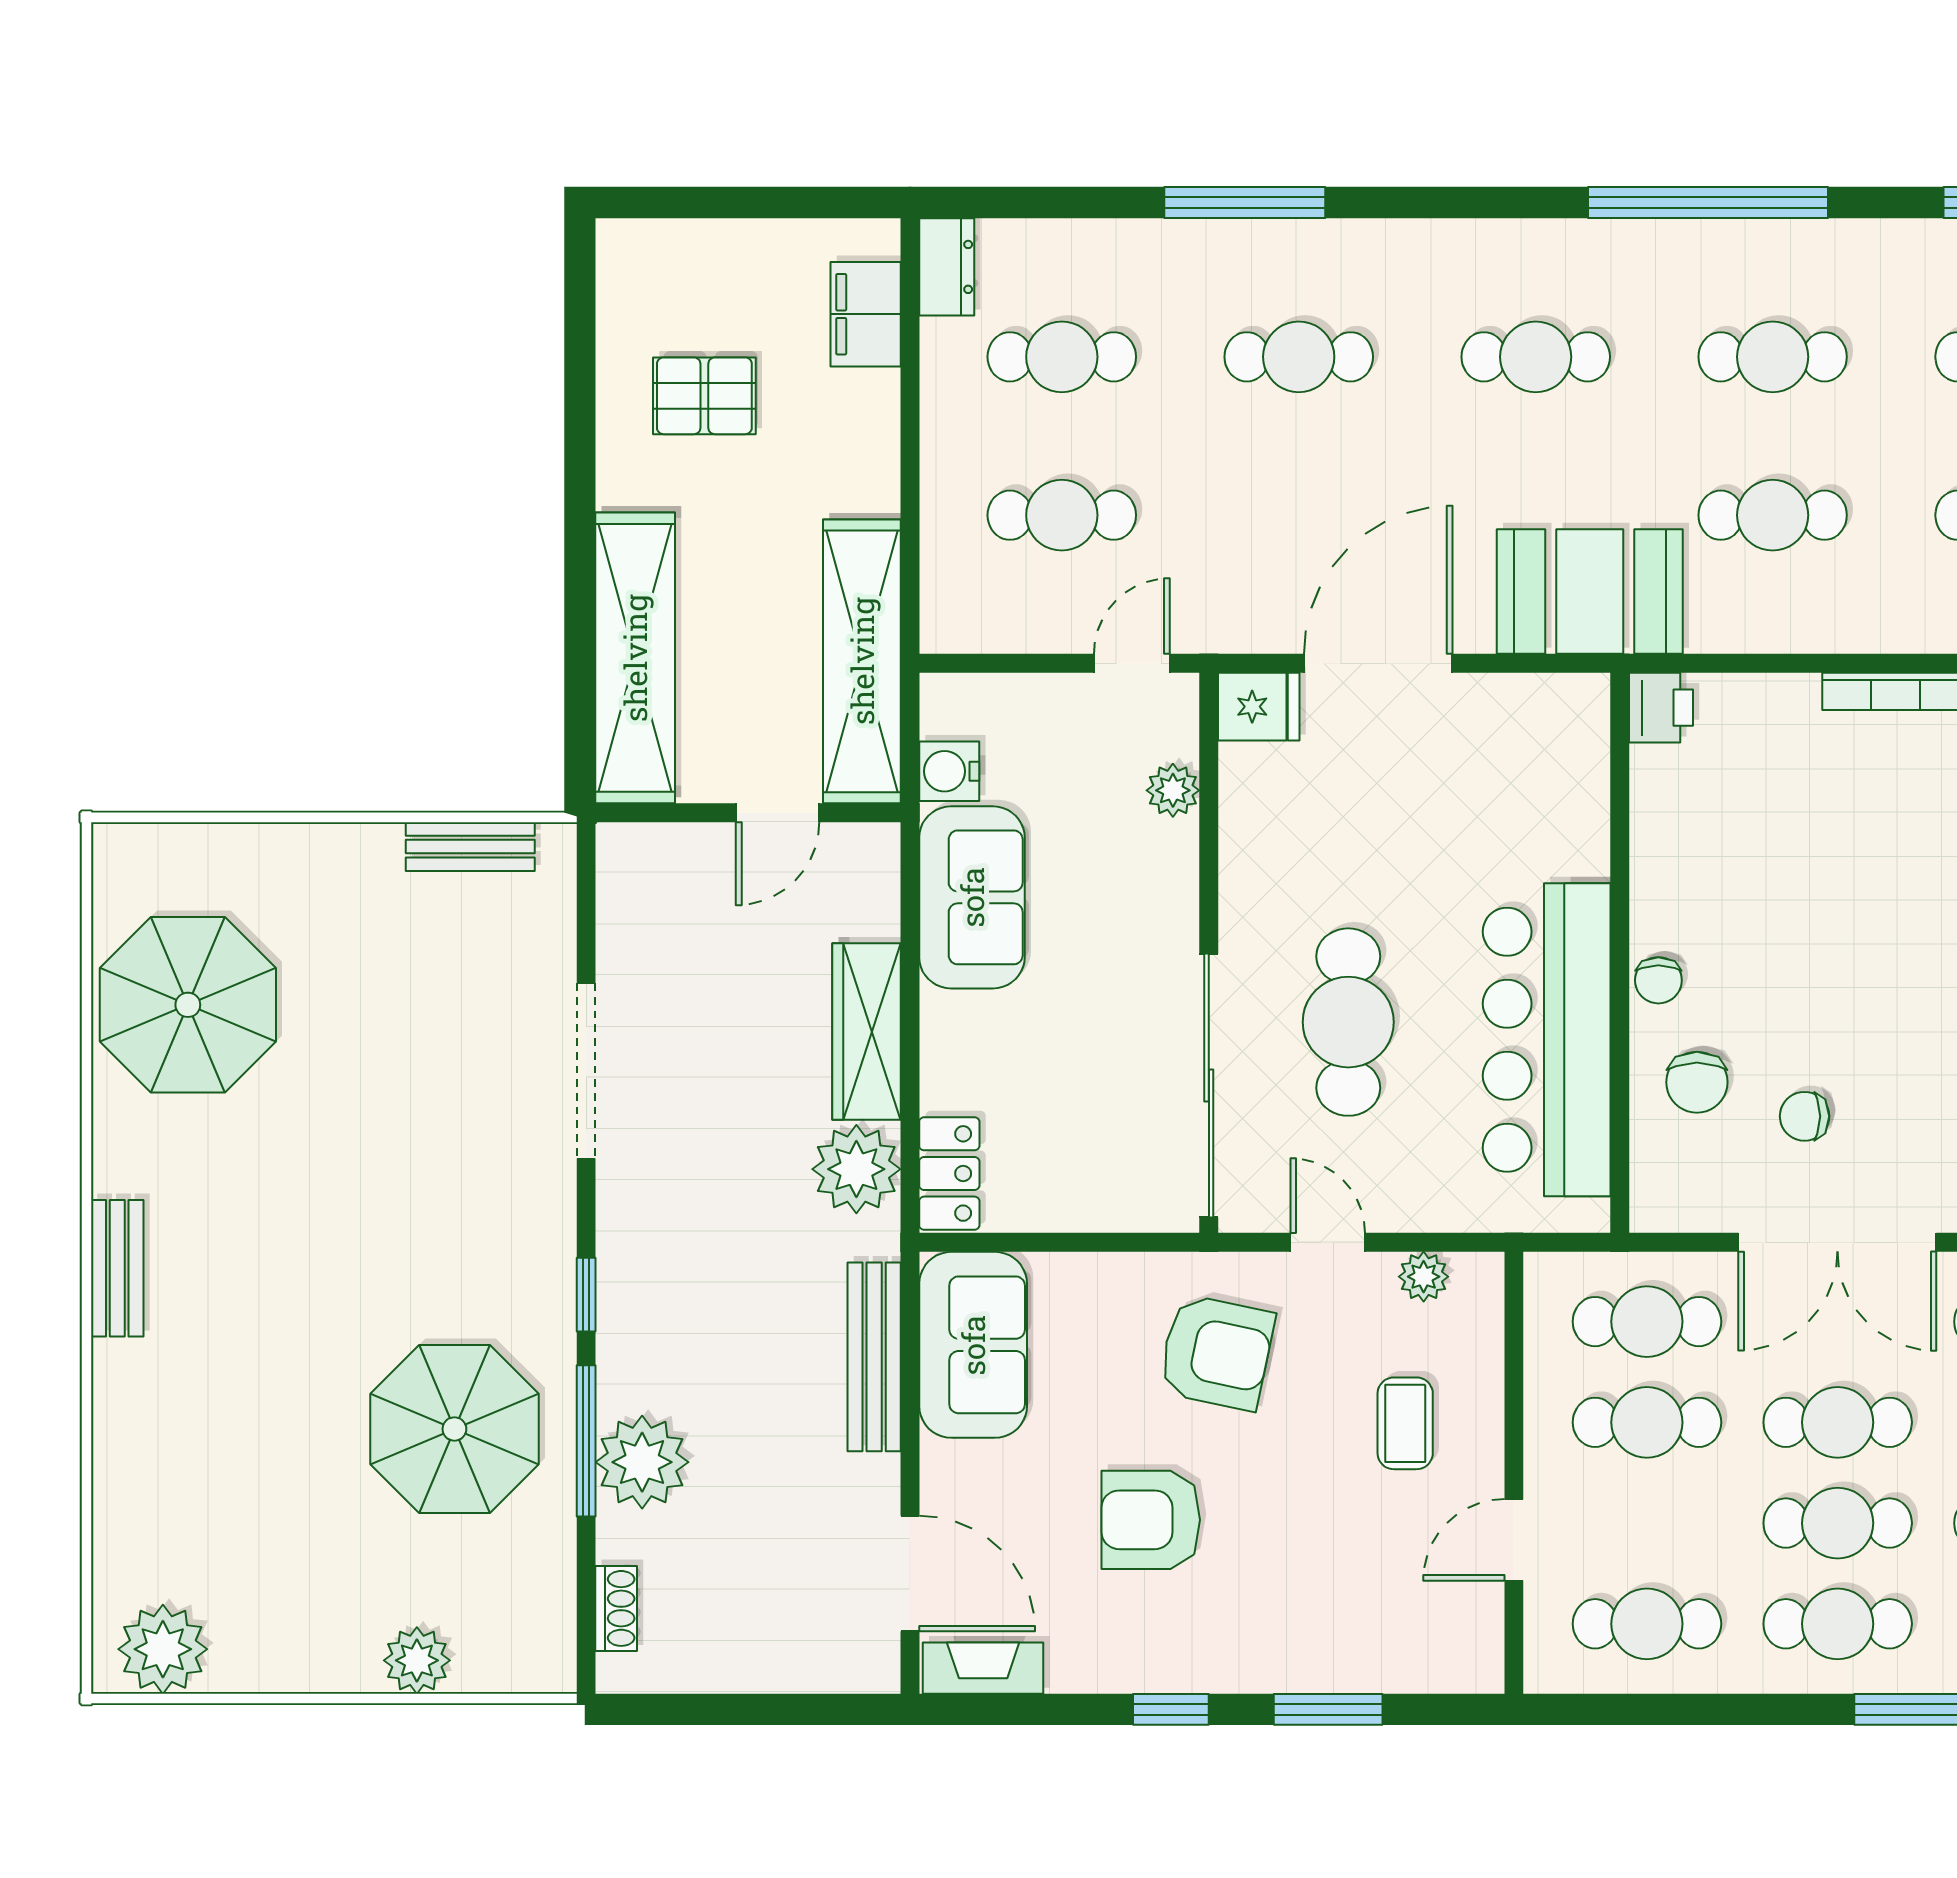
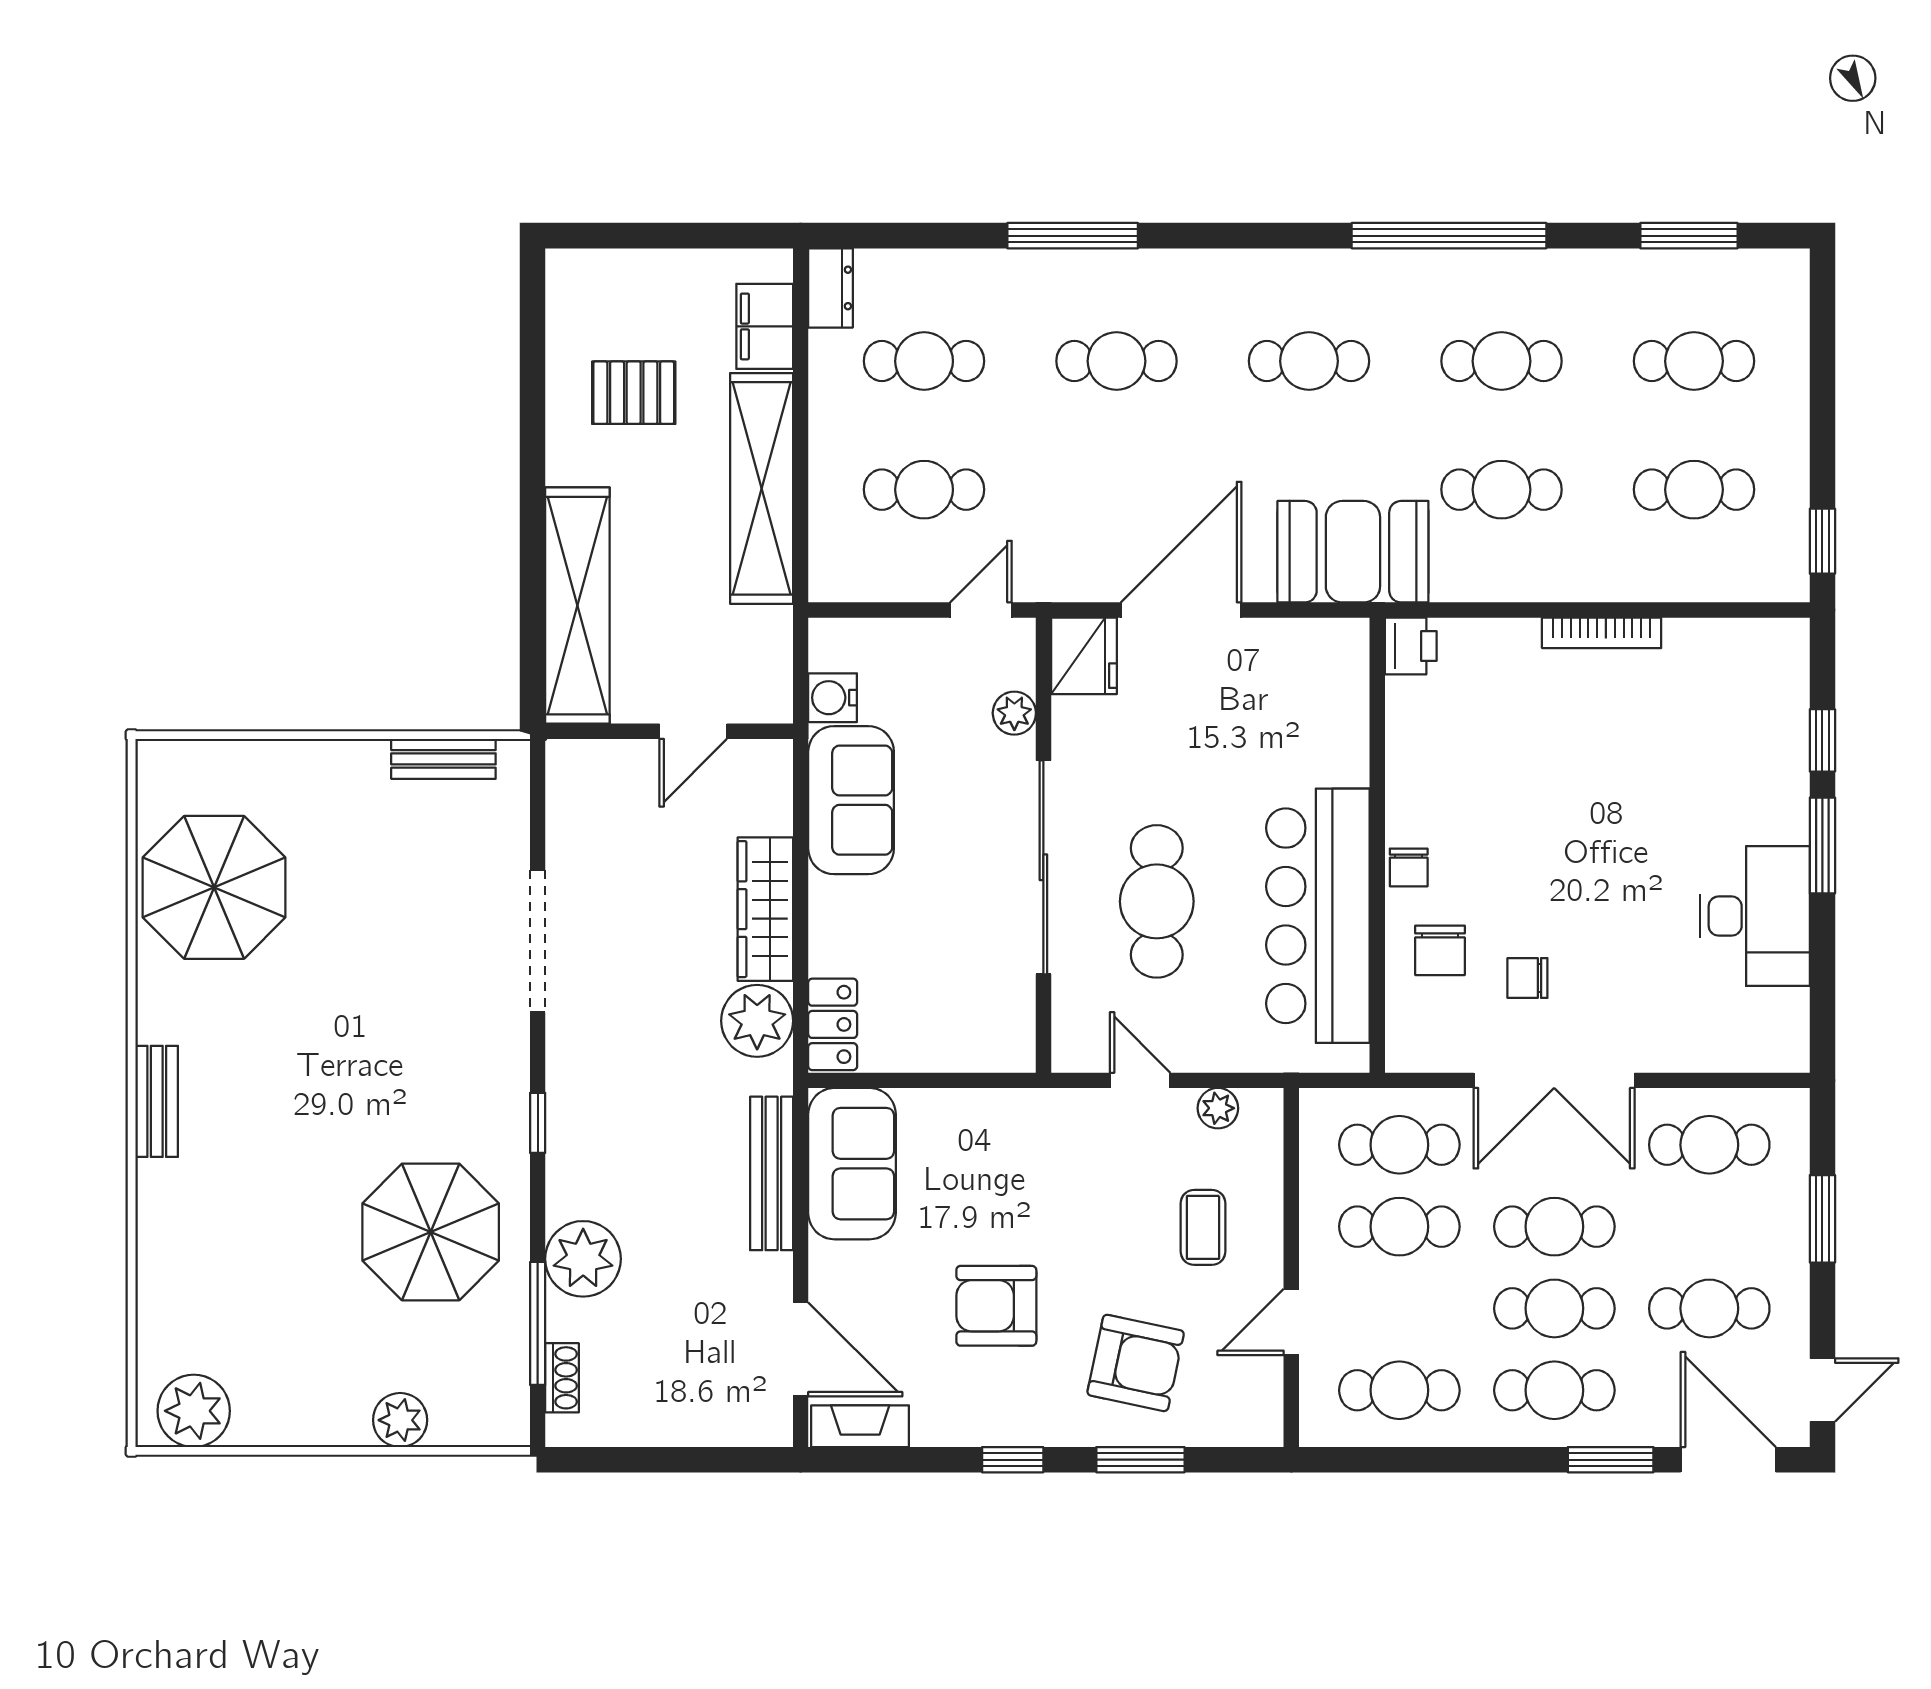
shelving: (862, 661) -> (762, 488), moved
fridge: (1259, 707) -> (1084, 656), width x1.38
sliding door: (1209, 1085) -> (1043, 867), moved
armchair: (1216, 1352) -> (1136, 1363), moved
window: (586, 1441) -> (538, 1323), moved

